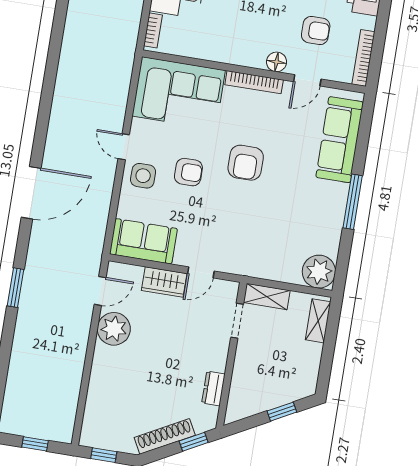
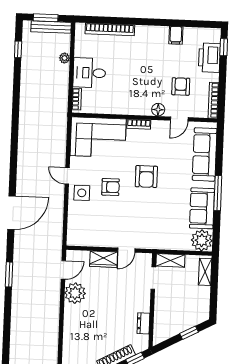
armchair: (316, 31) -> (181, 86), turned -90
bookcase: (254, 82) -> (139, 124), width x0.64
sofa: (143, 241) -> (202, 208), moved, turned -90

